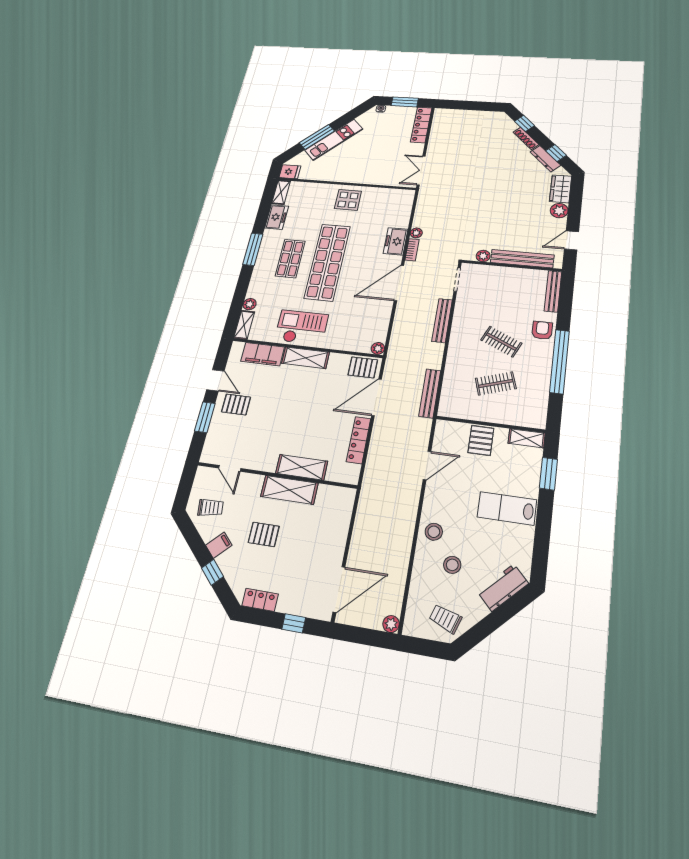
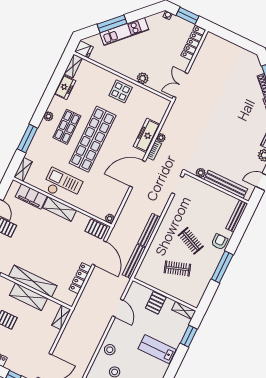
plant: (371, 178) -> (143, 78), added
freezer: (396, 241) -> (147, 135), width x1.40
window: (253, 249) -> (27, 139), moved
plant: (250, 304) -> (48, 116), moved
bench: (442, 320) -> (149, 230), moved
window: (560, 361) -> (222, 267), width x0.68
door: (377, 397) -> (99, 253), swing flipped
door: (427, 465) -> (118, 308), hinge flipped
shelving: (302, 467) -> (33, 281), width x1.47
shelving: (346, 505) -> (61, 317), added

